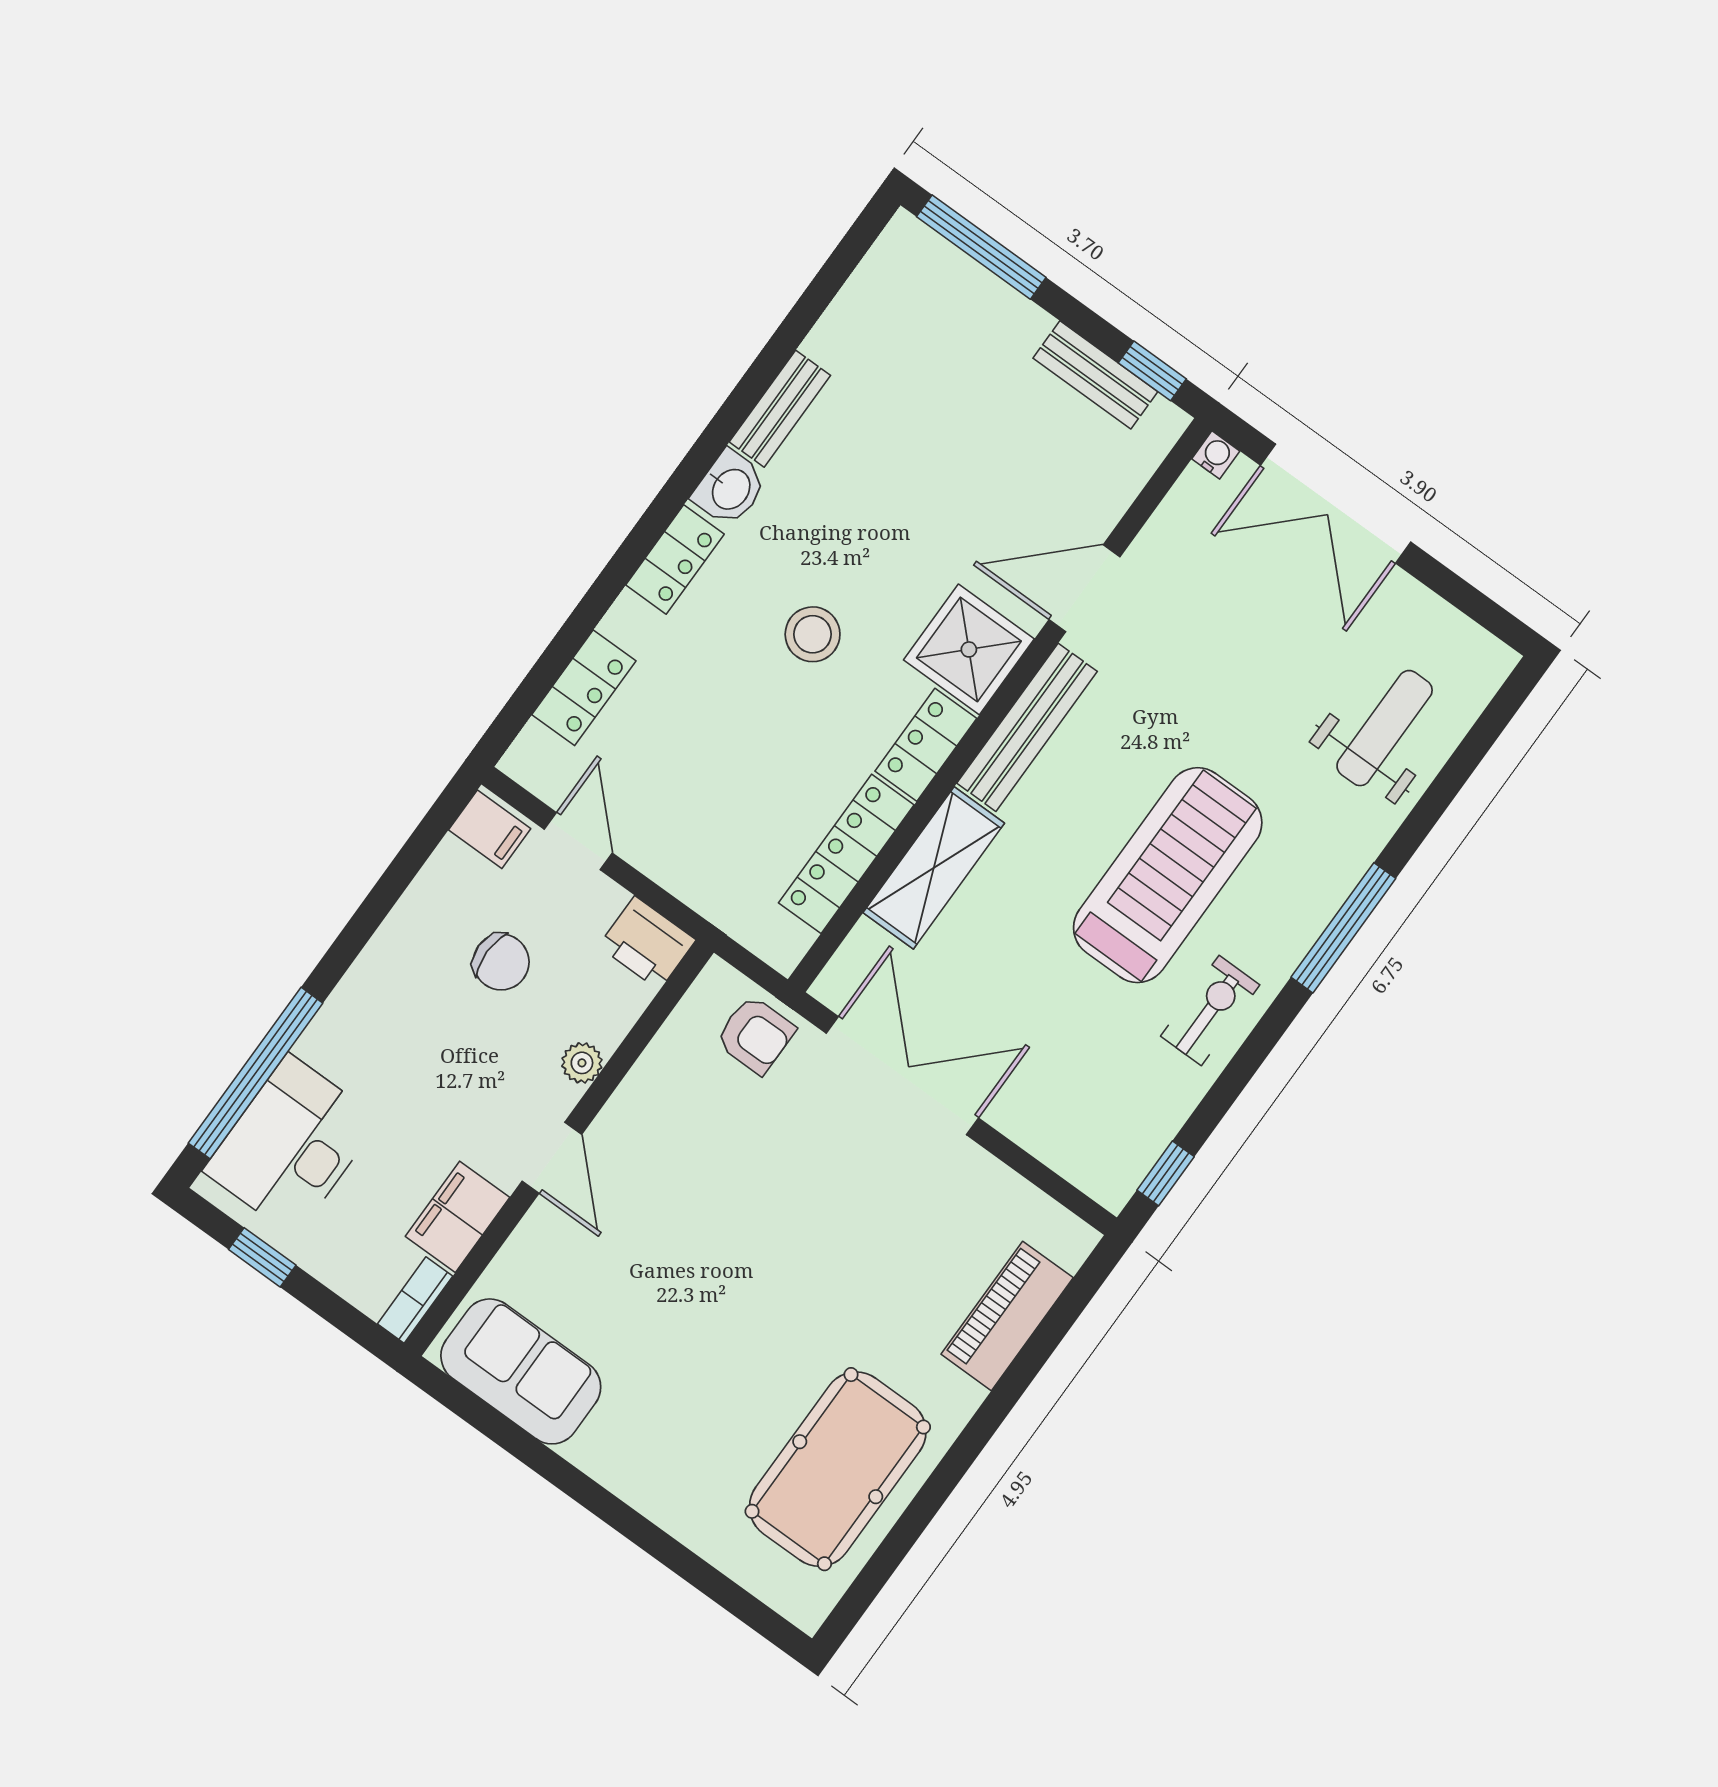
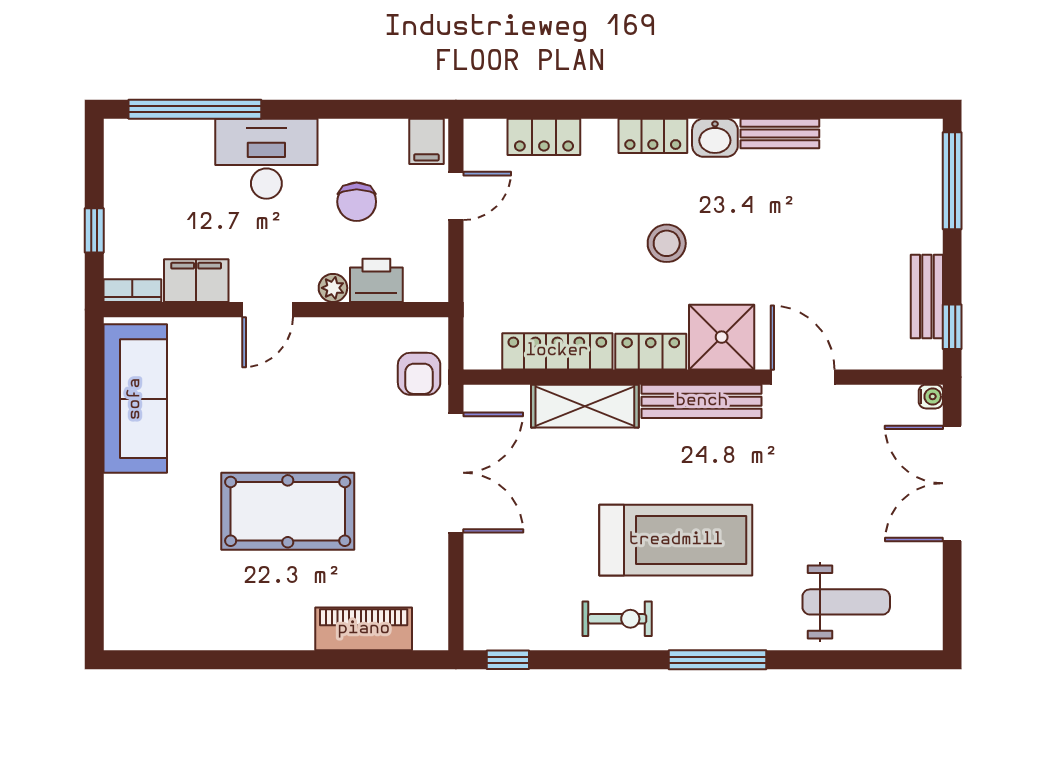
printer: (647, 943) -> (376, 280), moved, turned 90
desk: (292, 1145) -> (266, 159), moved
window: (262, 1257) -> (94, 230), moved
sofa: (521, 1371) -> (135, 399), width x1.36
pool table: (838, 1469) -> (288, 511), moved

